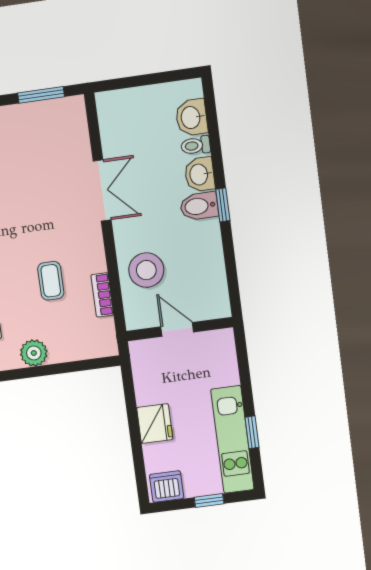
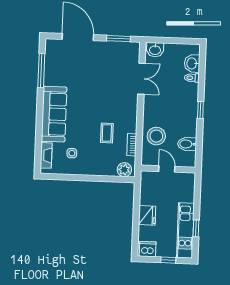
washbasin: (200, 174) -> (155, 50), moved, turned -90
double door: (102, 190) -> (141, 79), moved
bidet: (199, 206) -> (187, 144), moved
plant: (34, 353) -> (124, 170), moved

